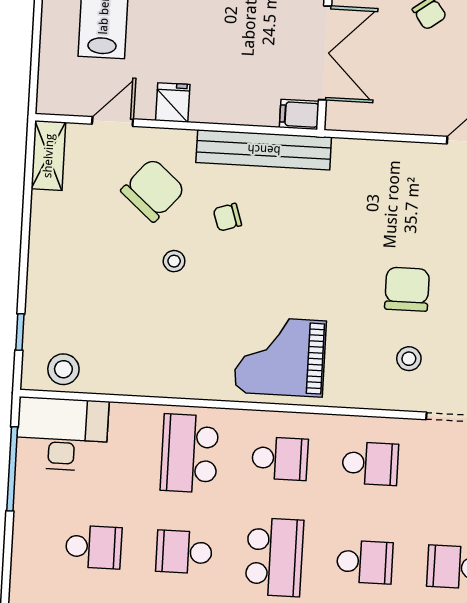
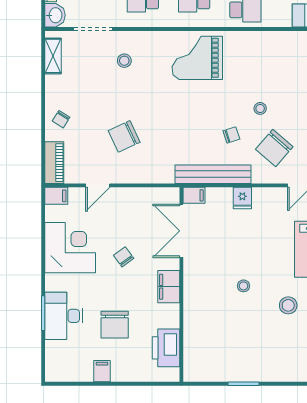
fridge: (173, 103) -> (242, 198), moved
chair: (407, 289) -> (124, 136), moved, turned 65
grand piano: (280, 357) -> (197, 58), turned 180

